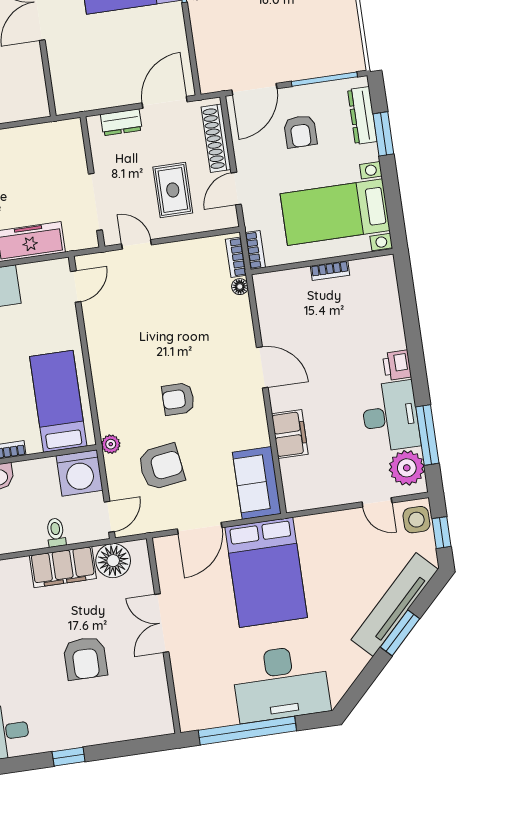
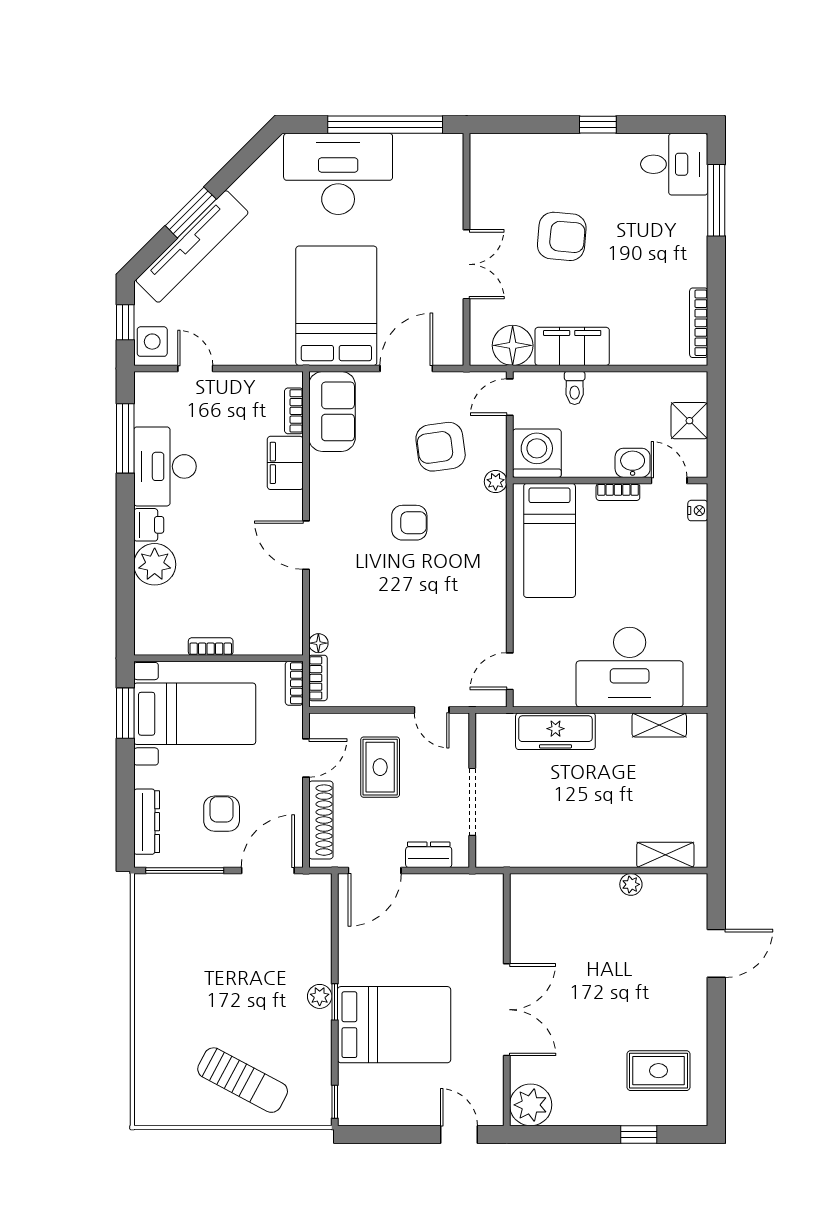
window: (383, 134) -> (125, 713), moved
doorway: (95, 202) -> (472, 802), moved
plant: (407, 468) -> (155, 564), moved
bookcase: (289, 479) -> (294, 411), added
armchair: (85, 658) -> (562, 236), turned 95

